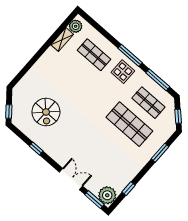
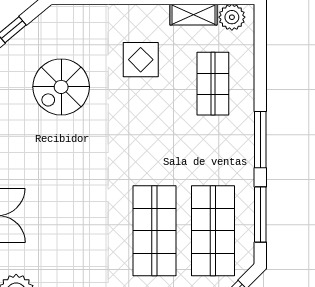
display table: (123, 72) -> (141, 60), moved
shop shelf: (148, 103) -> (213, 231), width x1.43, depth x1.36

